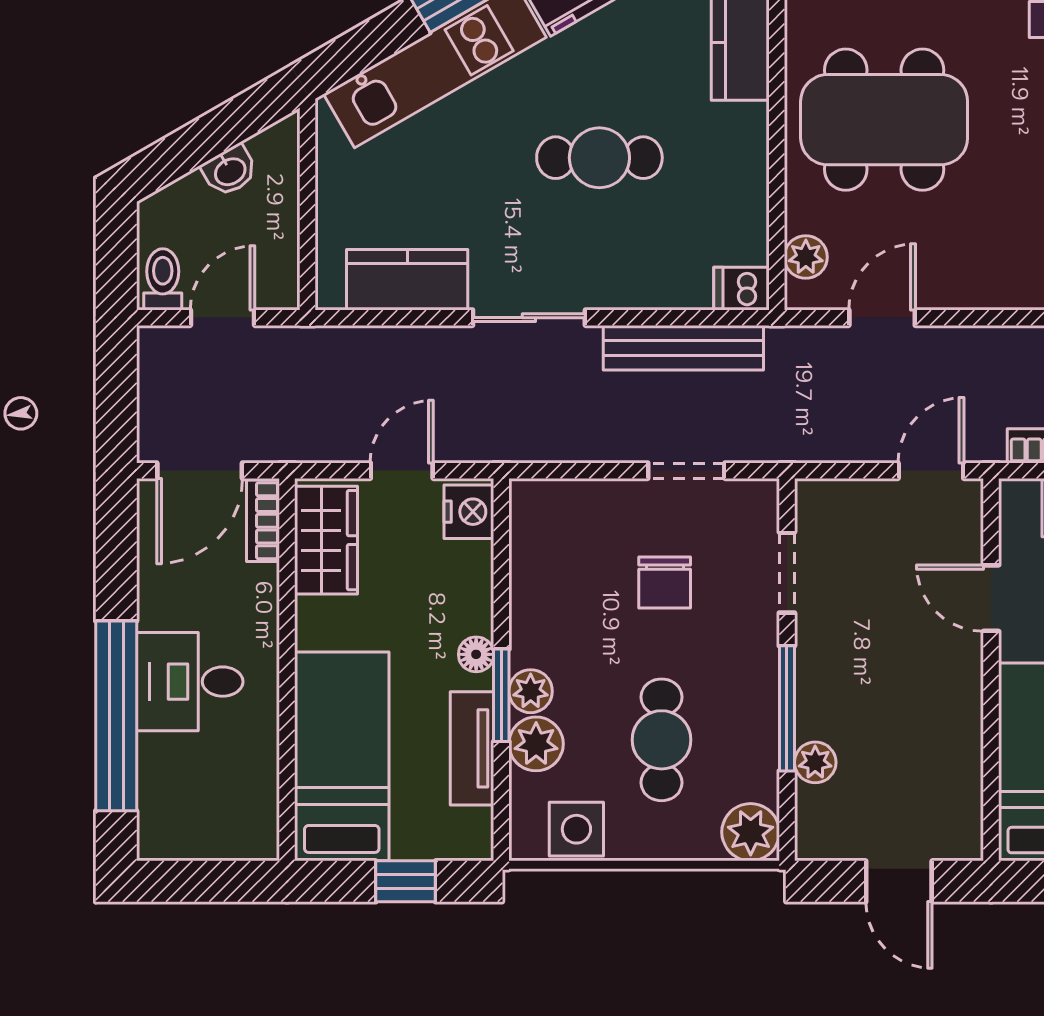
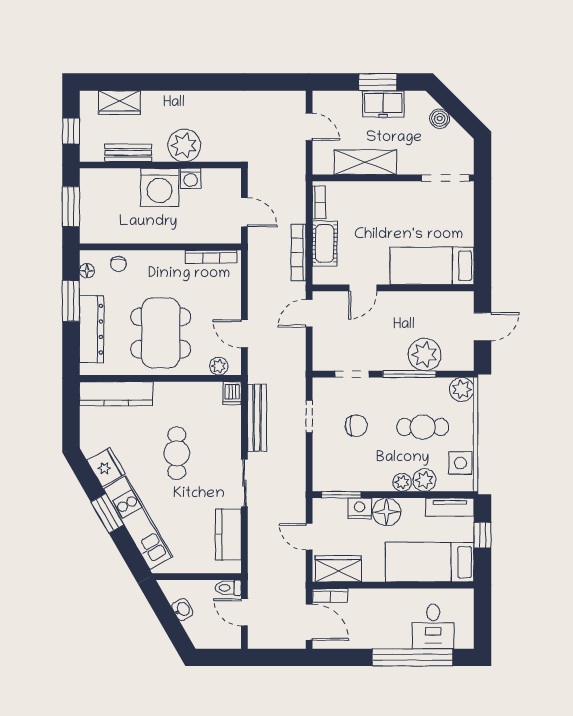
toilet: (163, 279) -> (228, 588), moved
door: (931, 471) -> (309, 313), hinge flipped
nightstand: (469, 512) -> (360, 508), moved
floor lamp: (476, 654) -> (387, 512), width x1.89, depth x1.89
desk: (190, 682) -> (433, 626), moved
window: (501, 695) -> (341, 495), moved
tv unit: (472, 748) -> (450, 507), moved
plant: (815, 762) -> (425, 354), width x1.87, depth x1.87

